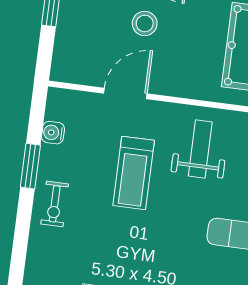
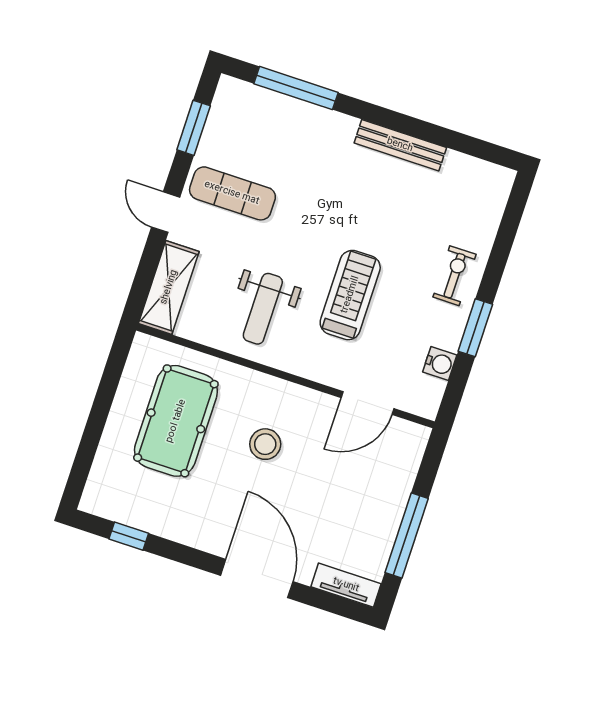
stool: (145, 23) -> (265, 444), moved
door: (125, 93) -> (367, 403), moved

